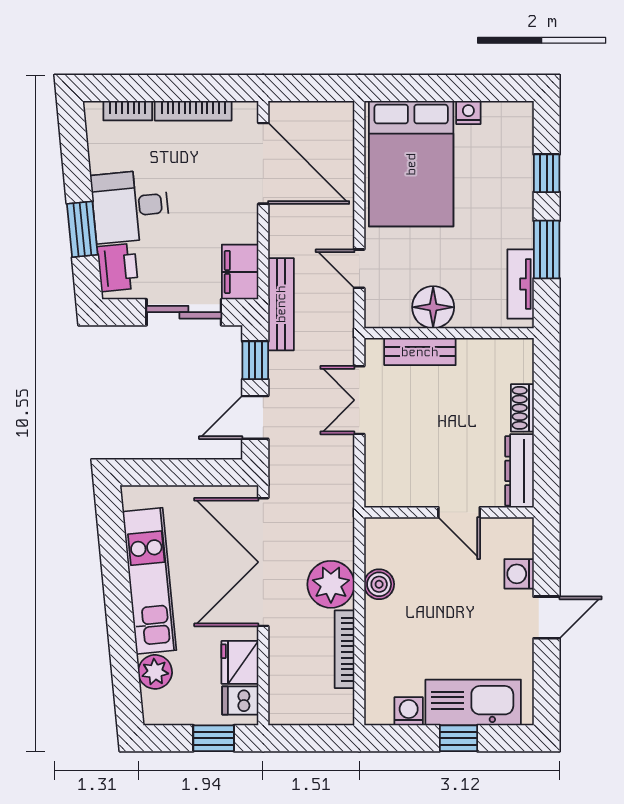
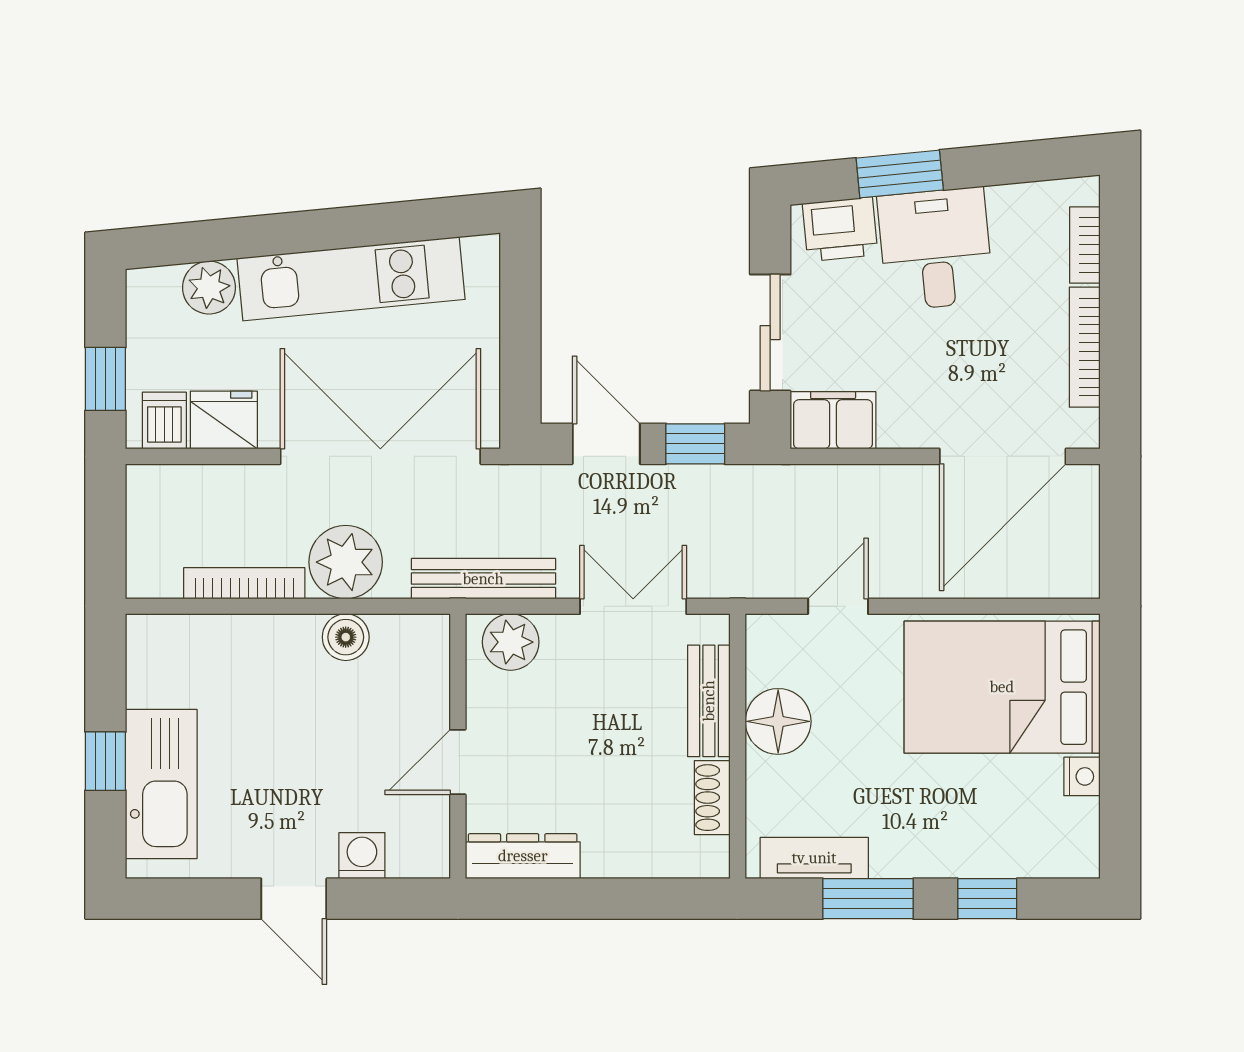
bench: (281, 304) -> (483, 579), moved
shoe rack: (522, 408) -> (712, 798), moved, turned -90
plant: (382, 479) -> (511, 642), added
washing machine: (409, 711) -> (148, 683), removed

